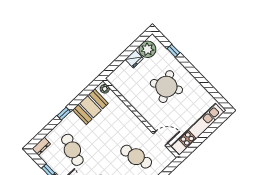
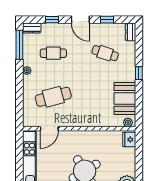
fridge: (134, 59) -> (129, 140), moved
cafe table: (72, 150) -> (105, 53), width x0.73, depth x0.74

